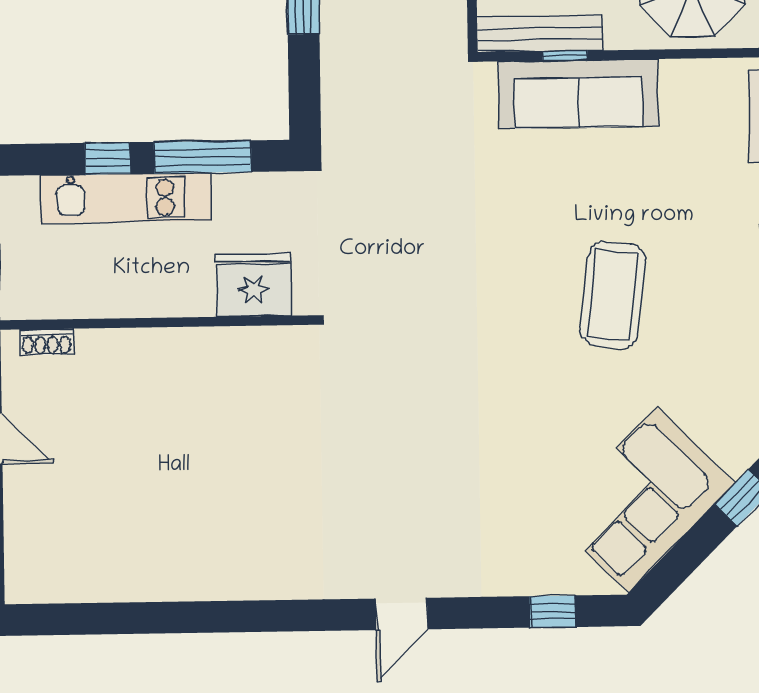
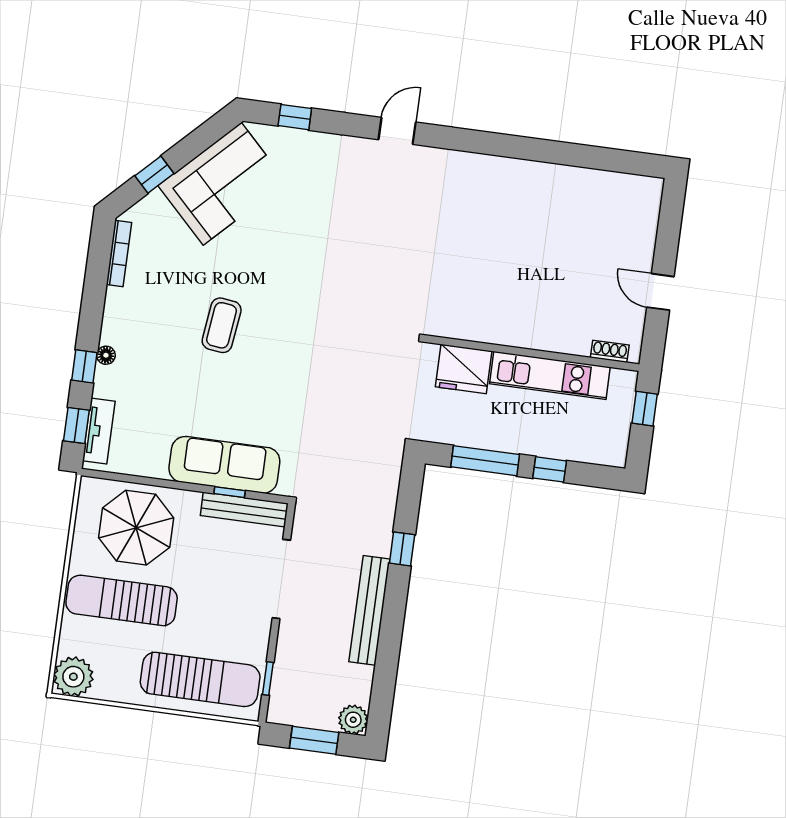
kitchen unit: (126, 198) -> (550, 375), moved, turned 180
coffee table: (613, 295) -> (222, 325), width x0.73, depth x0.76

